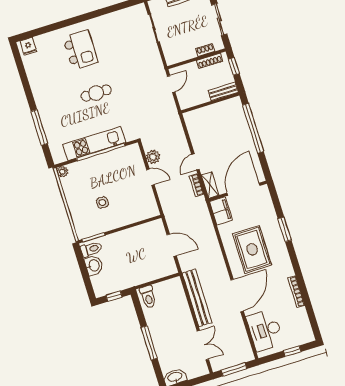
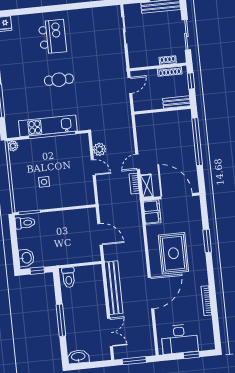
door: (243, 189) -> (177, 196), hinge flipped
washbasin: (94, 265) -> (26, 258), moved
desk: (265, 330) -> (179, 339), moved, turned -90

